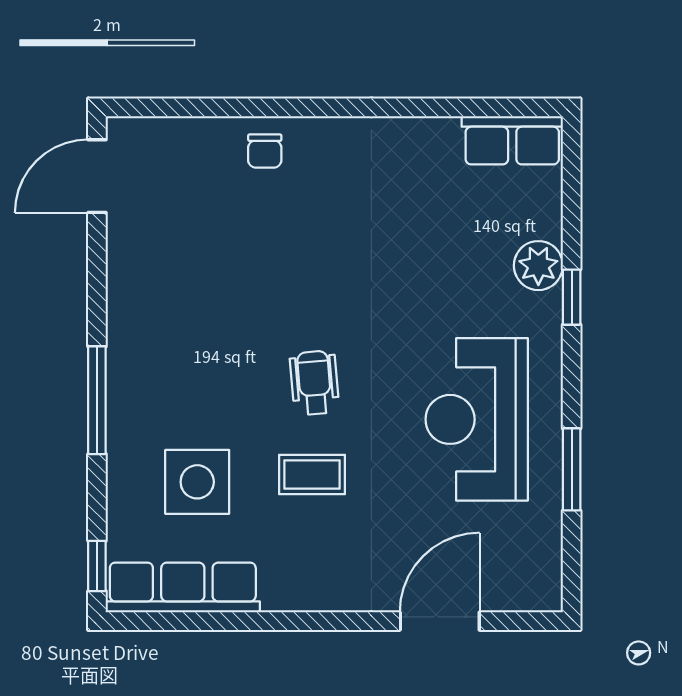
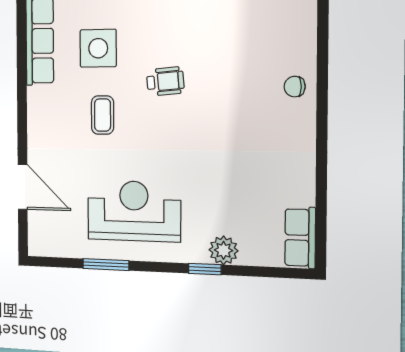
wheelchair: (314, 383) -> (165, 81), moved

